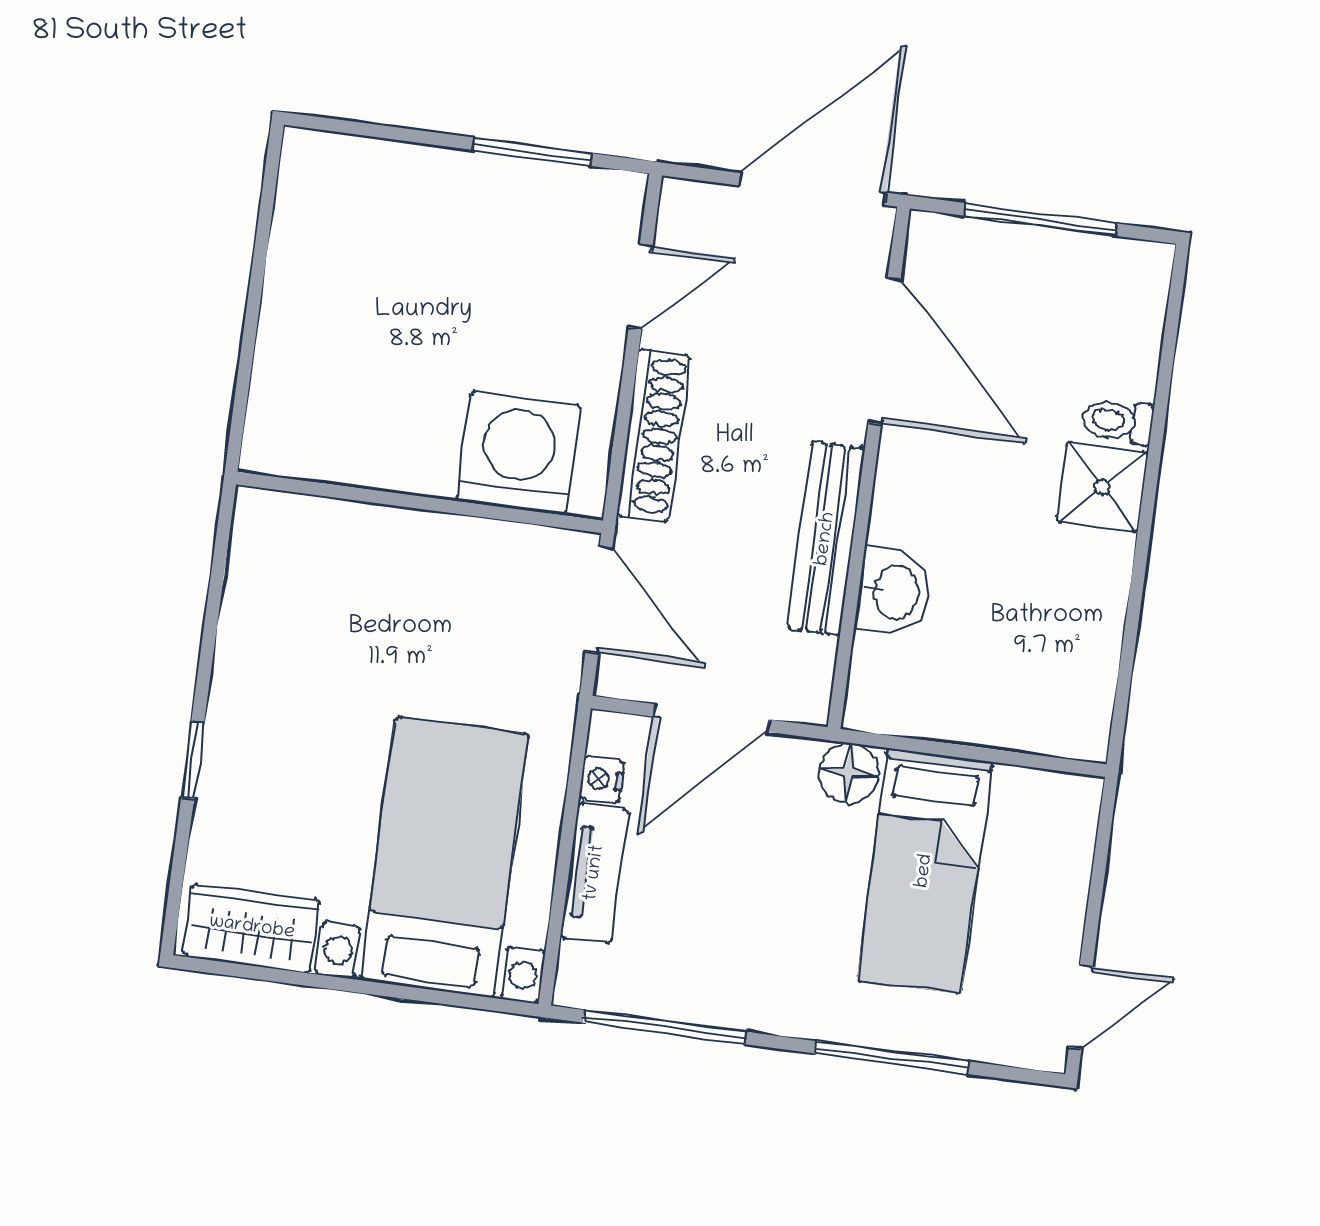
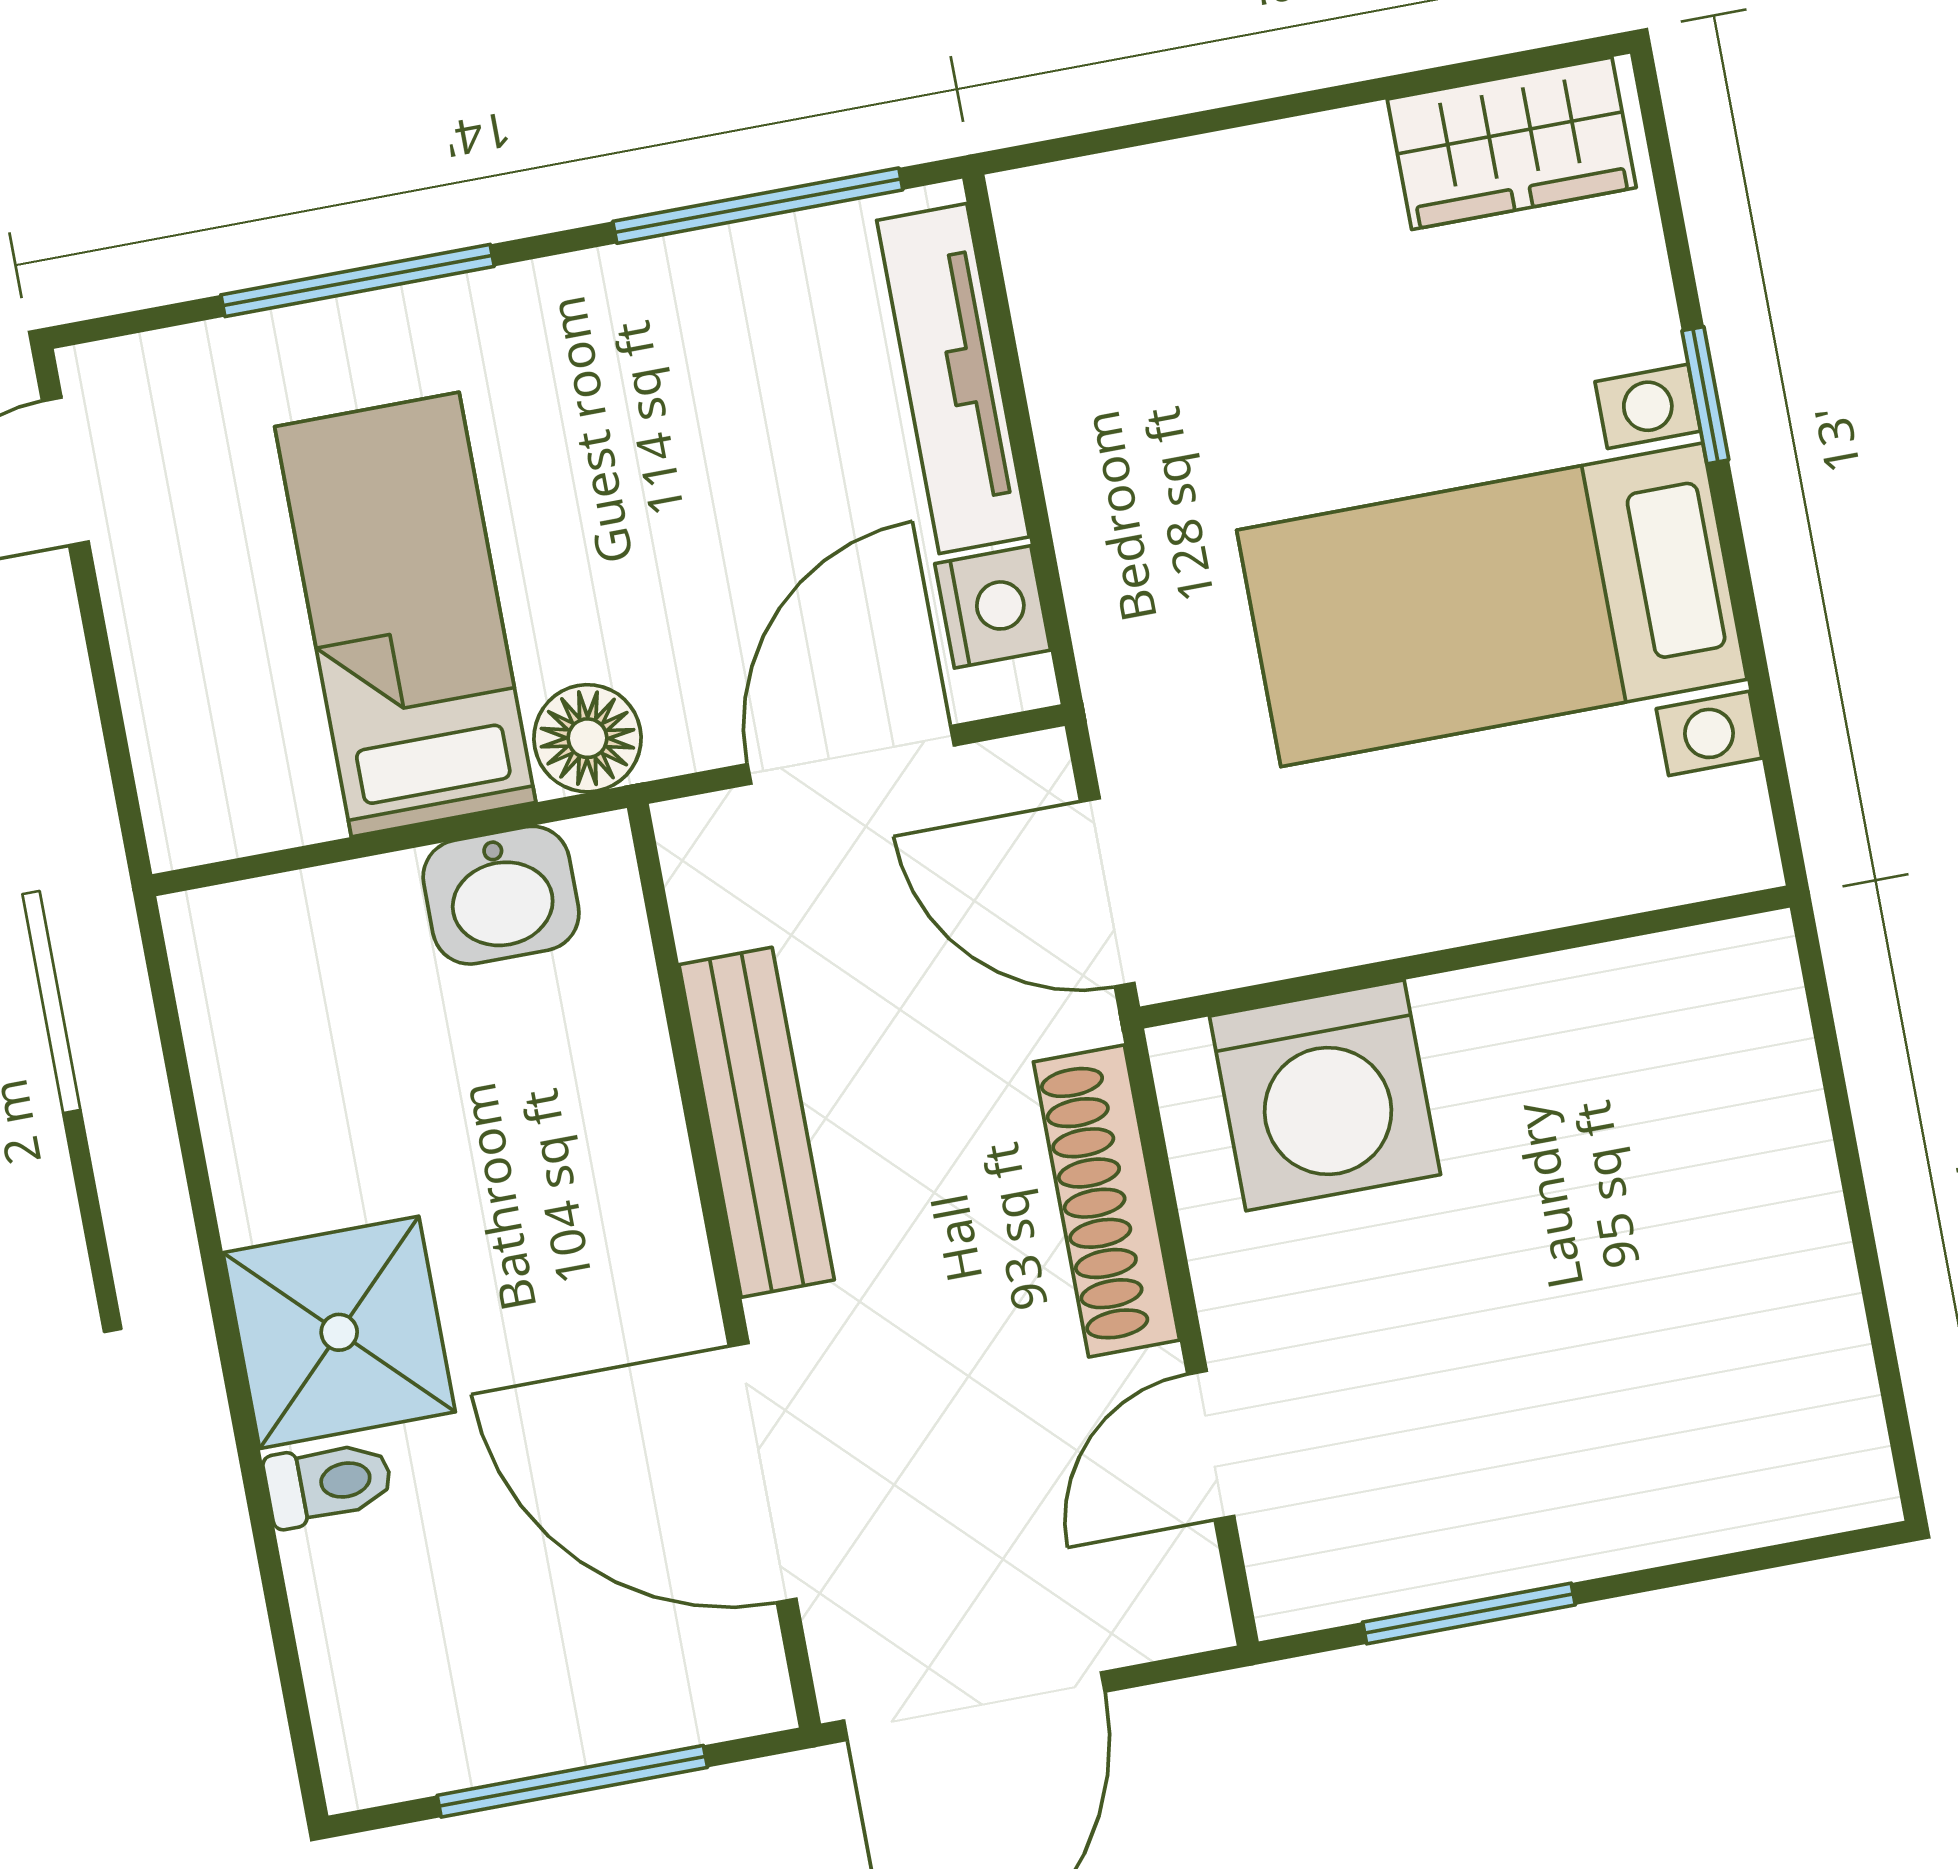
shower: (1102, 487) -> (339, 1332), width x1.36, depth x1.36
washbasin: (894, 592) -> (501, 895), moved, turned -90
nightstand: (602, 779) -> (993, 607), width x1.39, depth x1.35
bed with nightstands: (445, 857) -> (1492, 605), moved, turned 90
tv unit: (595, 873) -> (953, 379), width x1.41

